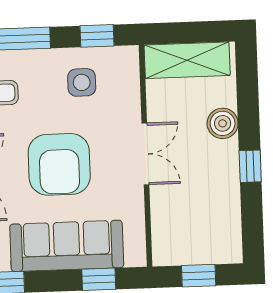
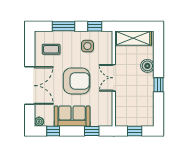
double door: (145, 154) -> (114, 78), swing flipped
armchair: (59, 164) -> (76, 81), turned -90
sofa: (67, 246) -> (72, 116), width x0.73

